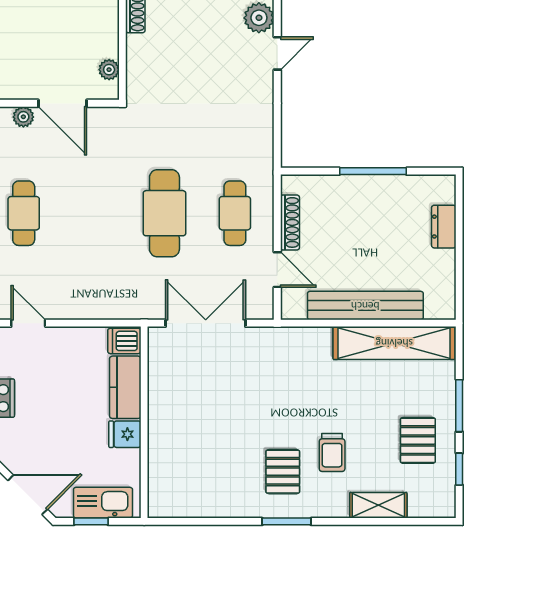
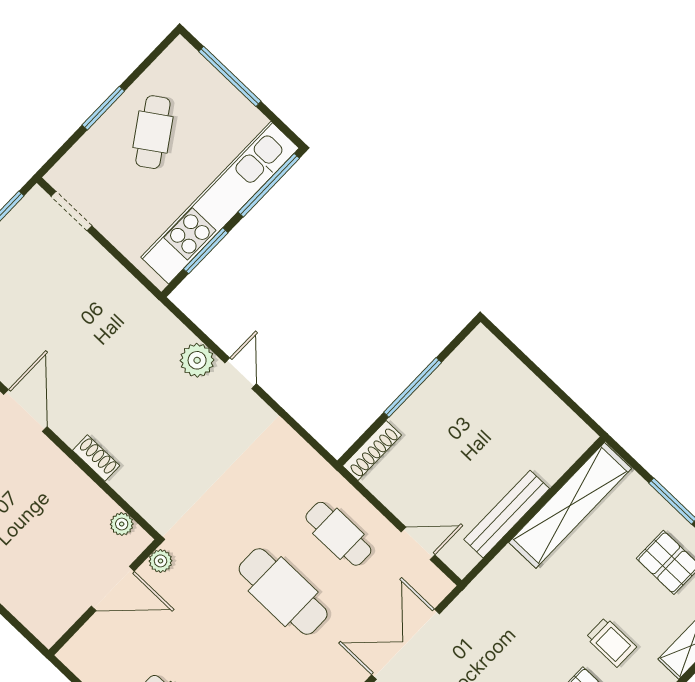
plant: (23, 117) -> (160, 561), moved
shoe rack: (290, 222) -> (372, 450), moved, turned 90
dresser: (444, 227) -> (514, 373), removed
bench: (365, 306) -> (507, 514), width x0.73, depth x0.82

